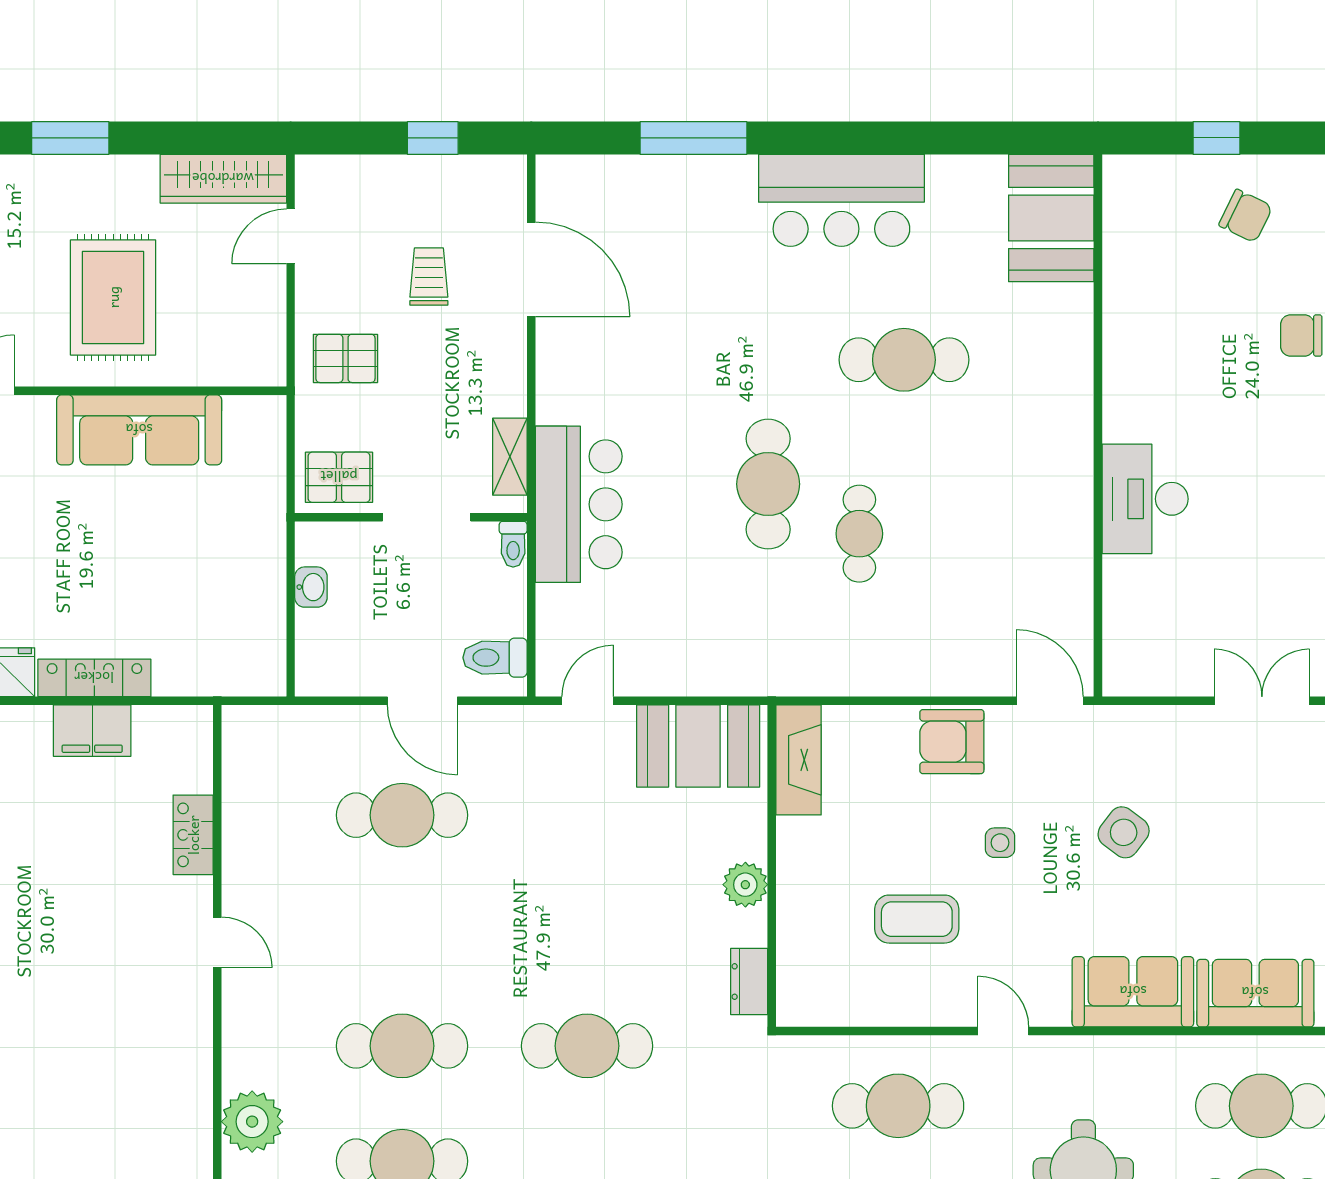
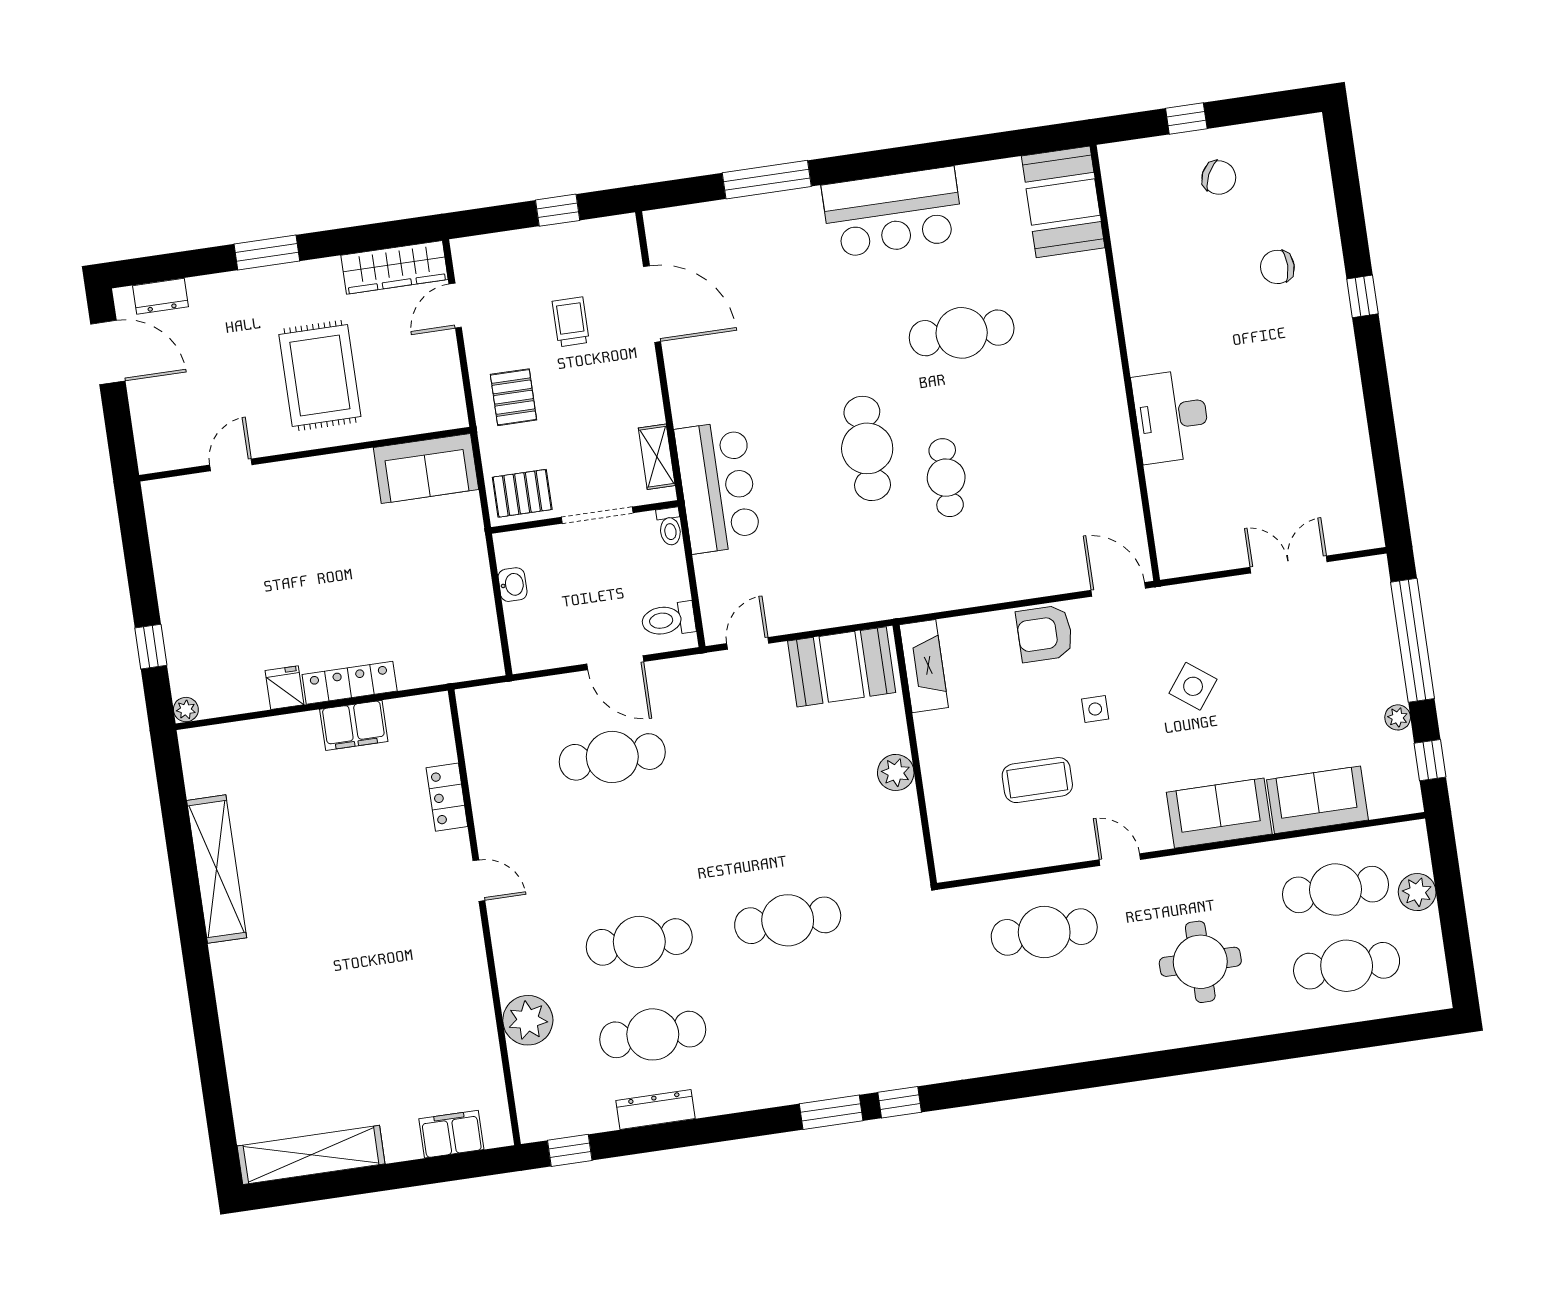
pallet: (345, 358) -> (513, 397), turned 90
sofa: (139, 430) -> (426, 468), moved, width x0.73
dresser: (749, 982) -> (910, 850), removed

